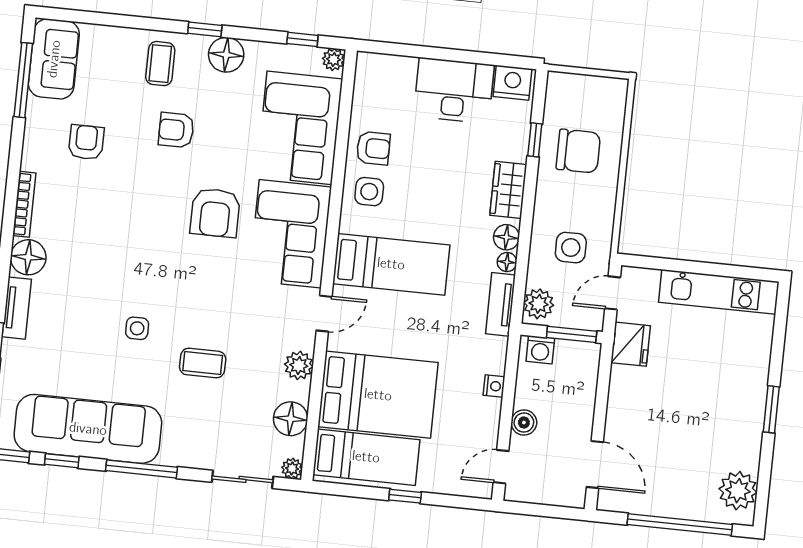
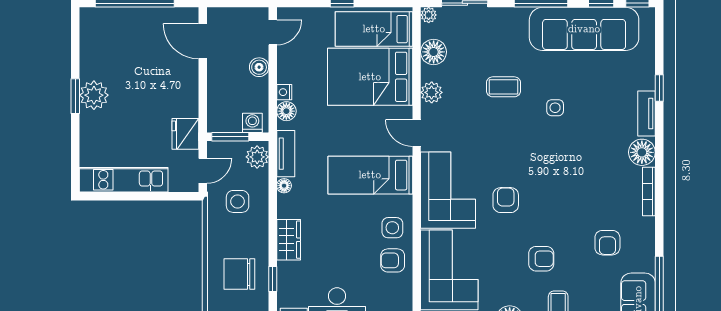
armchair: (215, 213) -> (506, 200), width x0.72, depth x0.72
floor lamp: (506, 237) -> (286, 111), moved
door: (324, 314) -> (417, 133), hinge flipped
plant: (738, 491) -> (94, 95), moved

